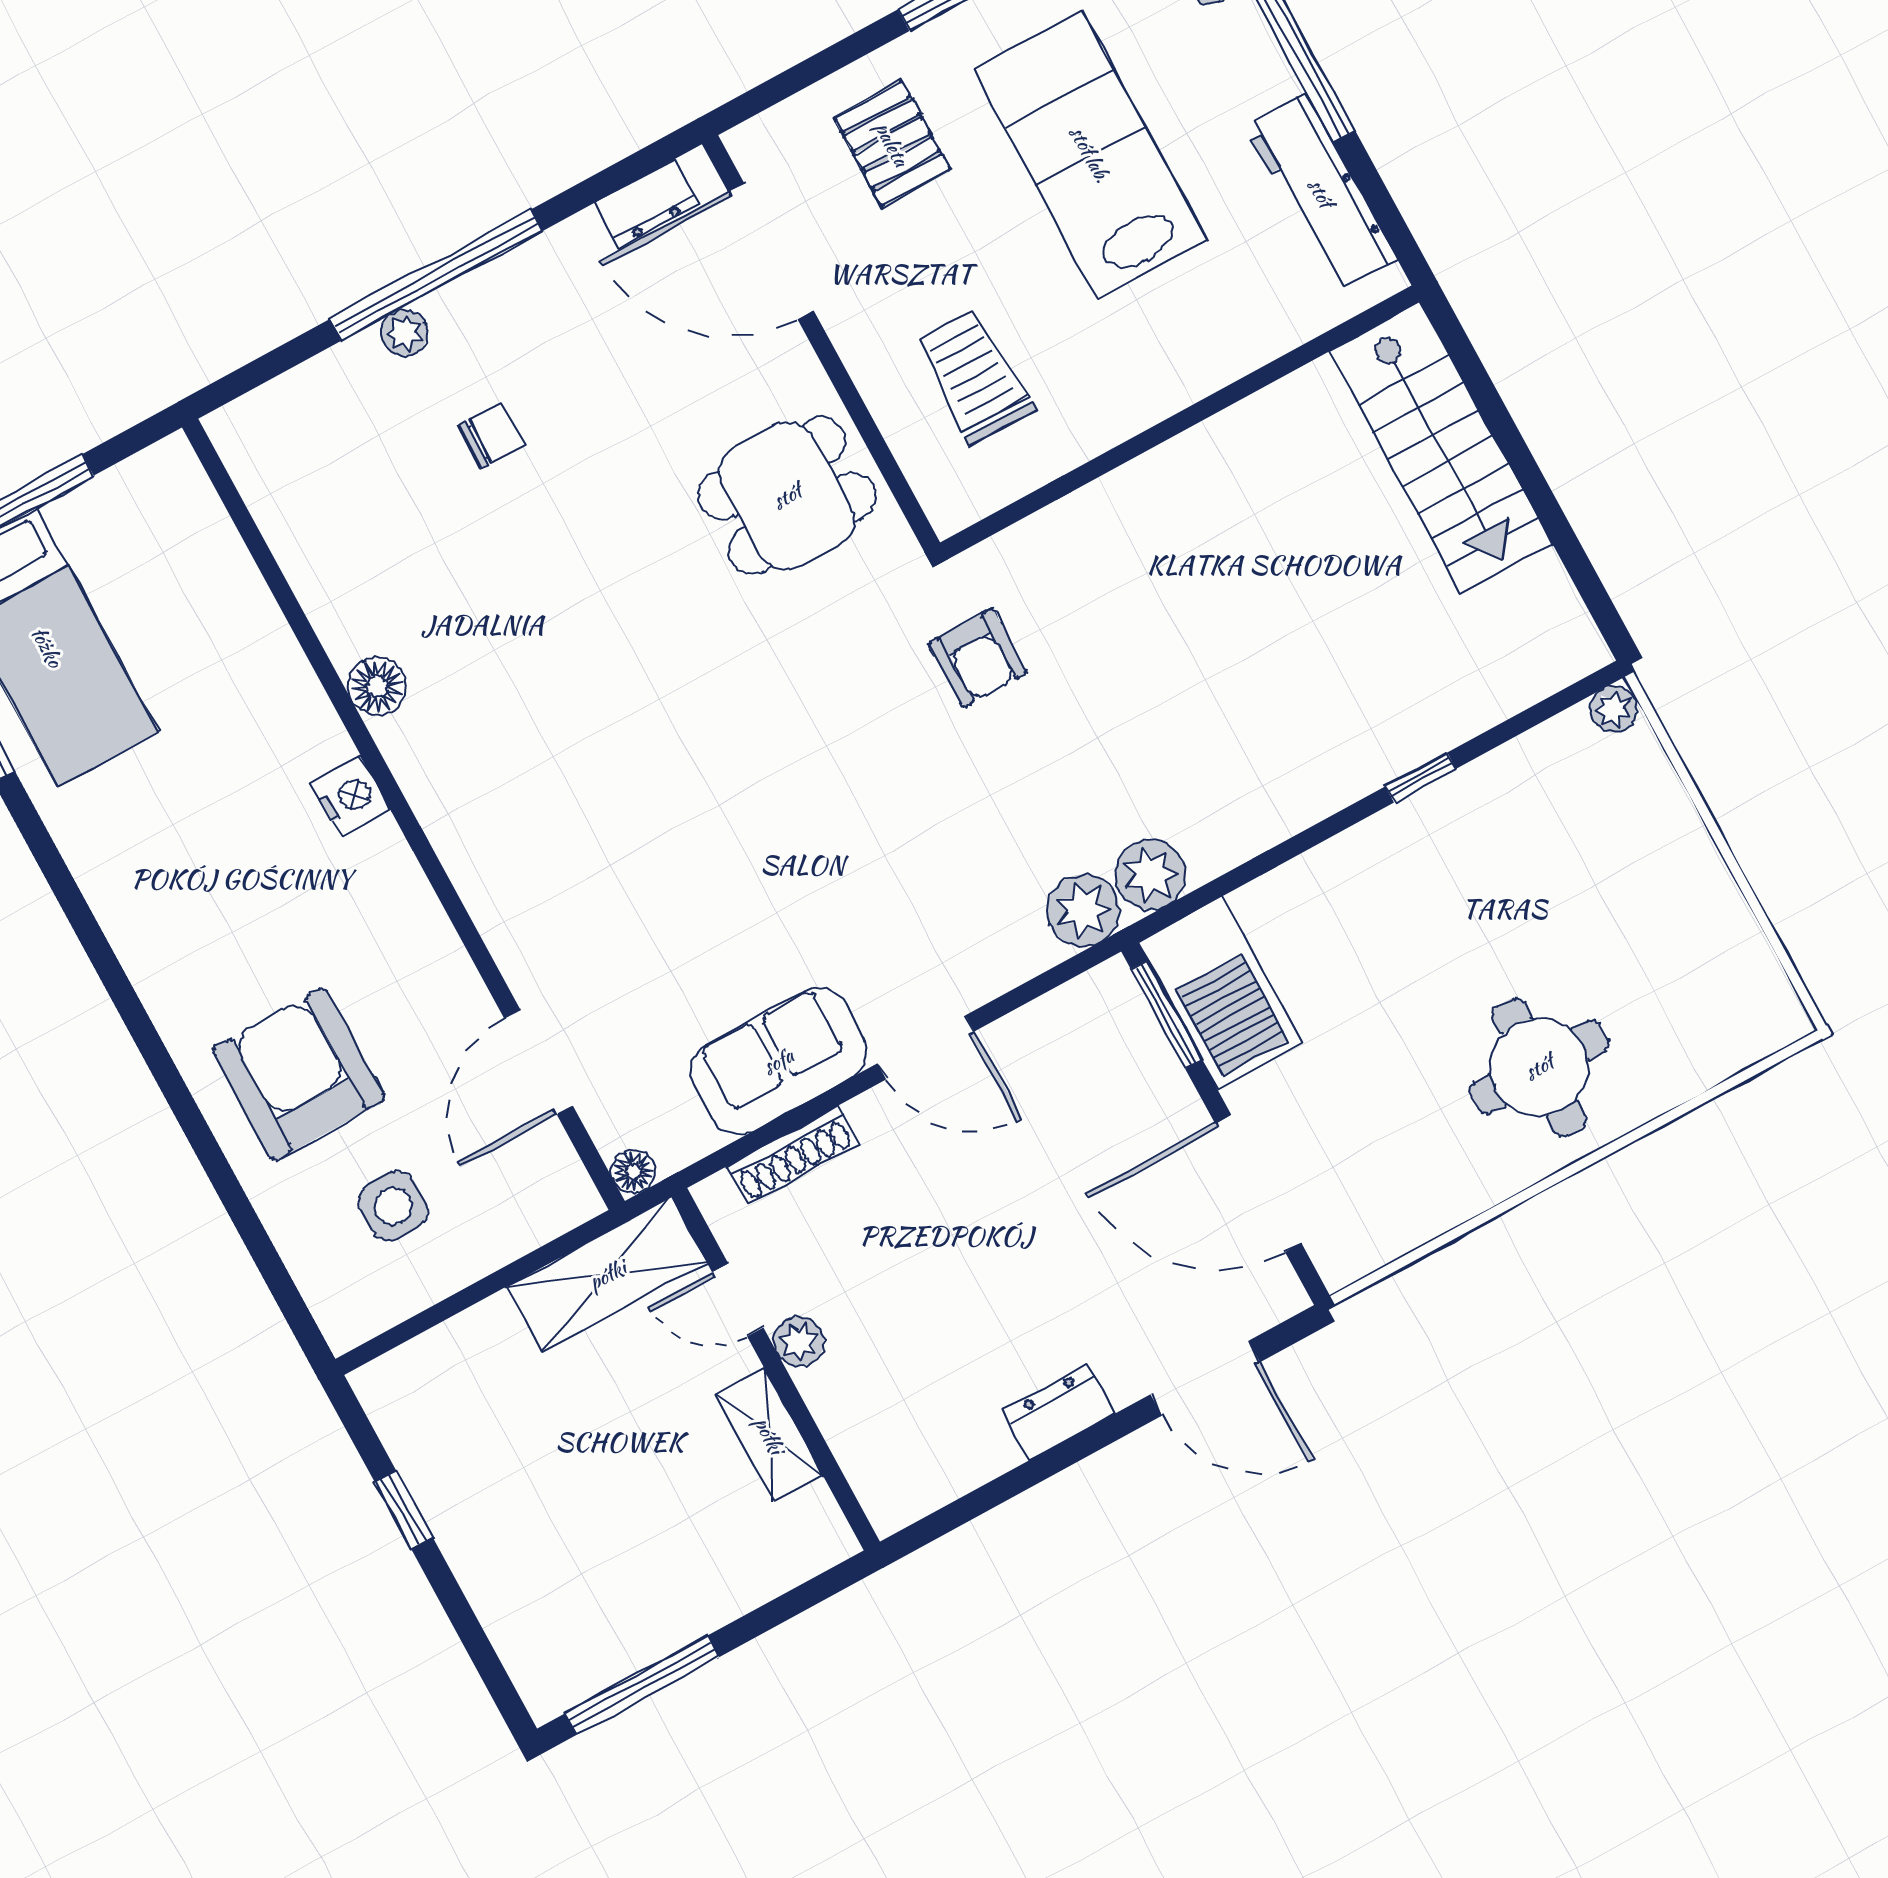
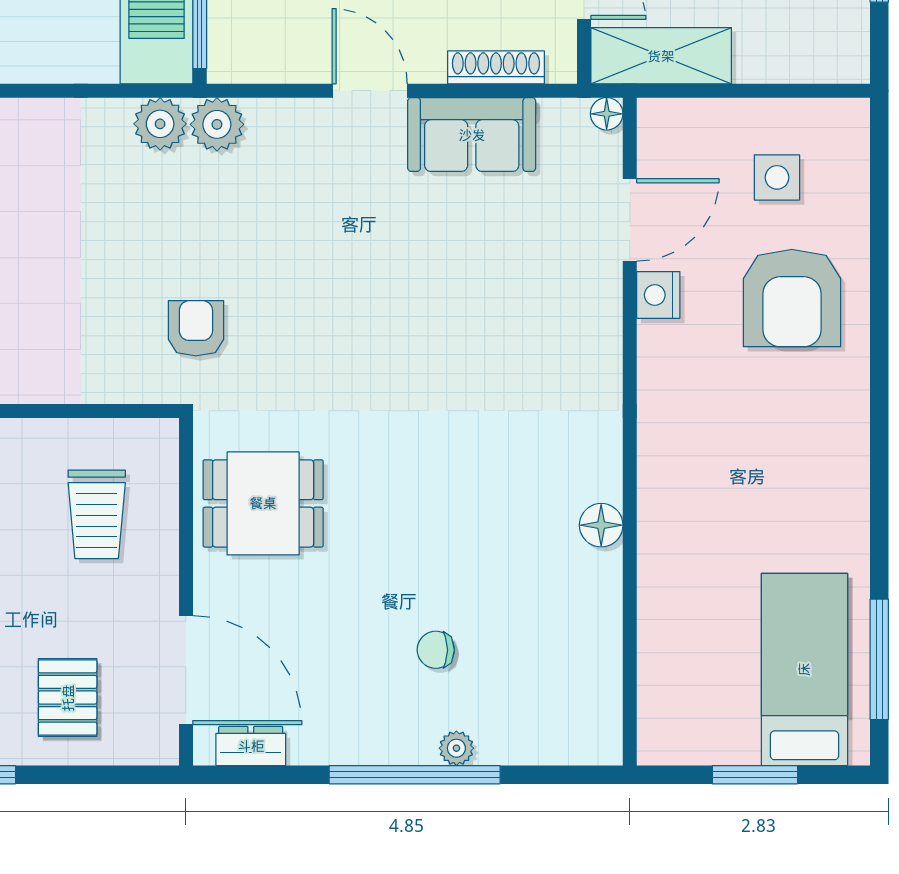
nightstand: (351, 797) -> (658, 295), moved

